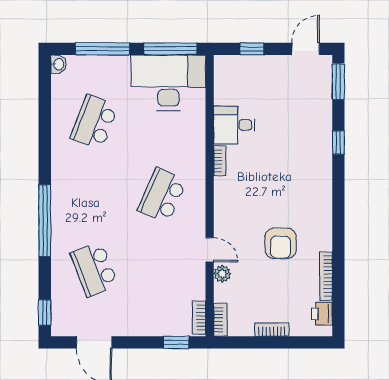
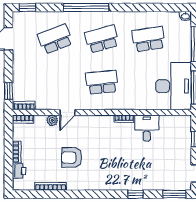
school desk: (94, 122) -> (149, 39), turned -30
school desk: (94, 196) -> (102, 39), added
school desk: (162, 196) -> (102, 82), turned -30
printer: (322, 314) -> (19, 171), moved, turned 90

